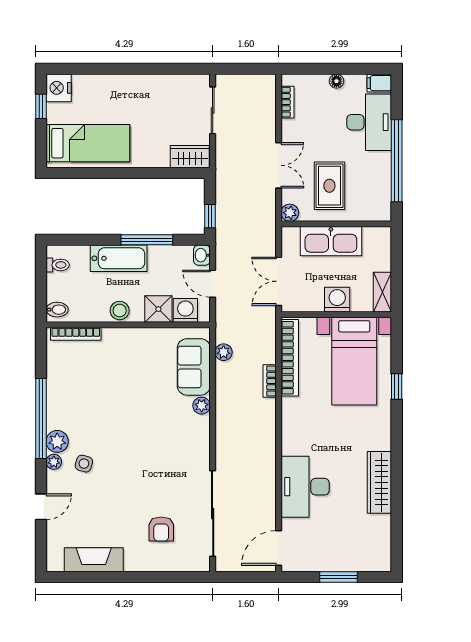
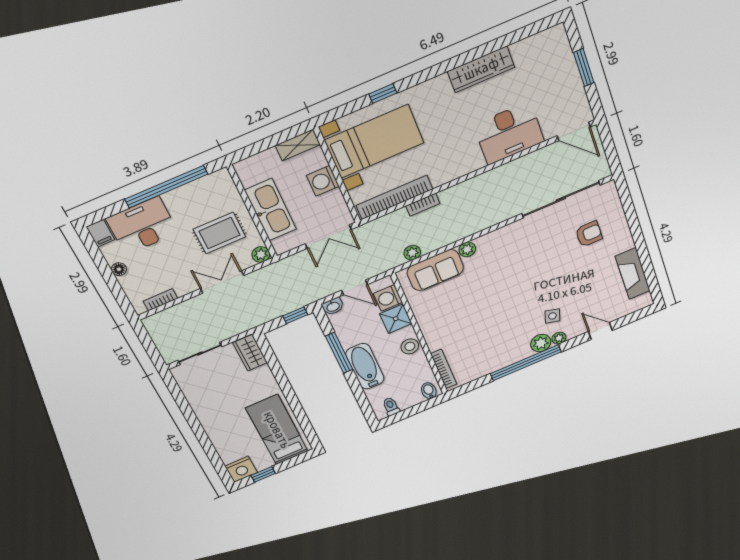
door: (213, 284) -> (354, 287), hinge flipped

